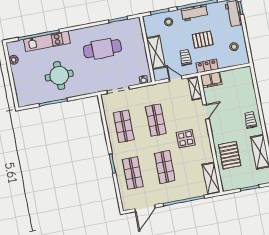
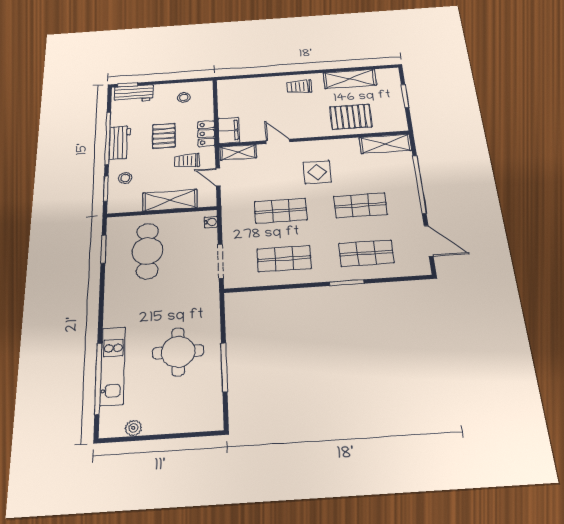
cafe table: (102, 49) -> (147, 251), moved
door: (176, 79) -> (218, 177), hinge flipped

